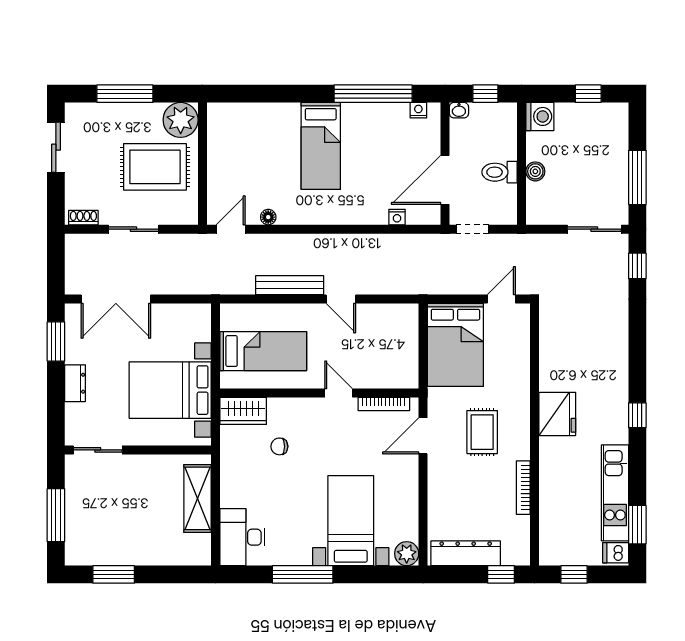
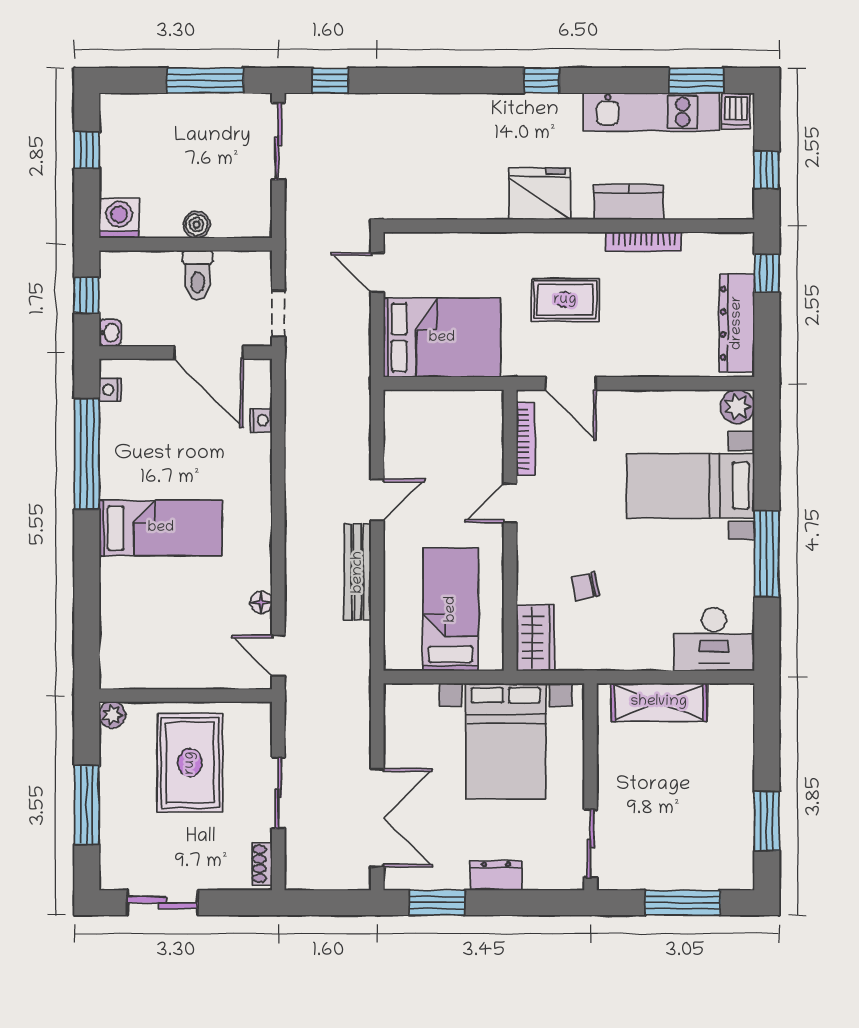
plant: (181, 120) -> (112, 715), width x0.53, depth x0.53
chair: (279, 446) -> (586, 587), turned 78
kitchen counter: (551, 477) -> (629, 202), added

